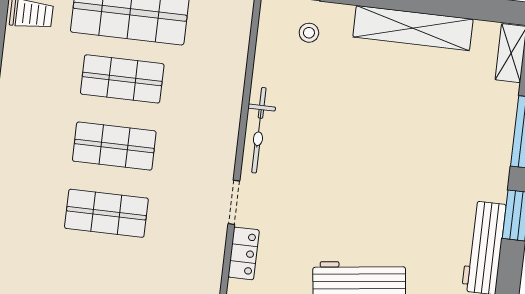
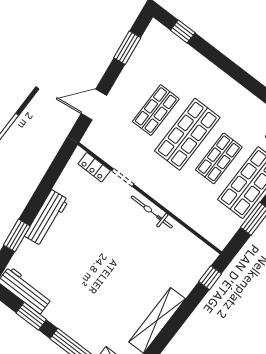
stool: (309, 33) -> (186, 267), removed
shop shelf: (114, 146) -> (187, 134), width x1.43, depth x1.36

